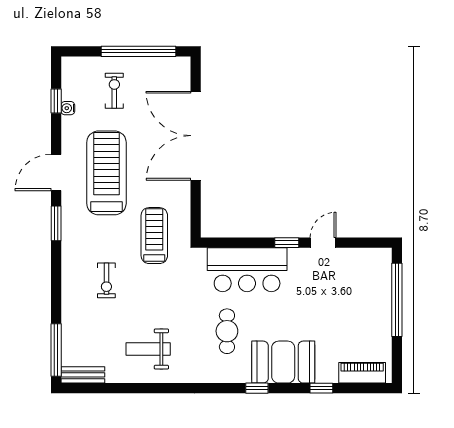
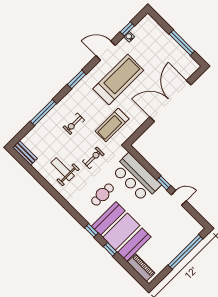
window: (139, 51) -> (182, 43), width x0.68
exercise bike: (114, 91) -> (93, 158), moved
door: (56, 172) -> (106, 51), moved
treadmill: (154, 236) -> (112, 125), turned 180
window: (56, 350) -> (43, 112), moved
booth: (283, 362) -> (121, 232), width x1.36, depth x1.42
window: (321, 388) -> (110, 249), moved

